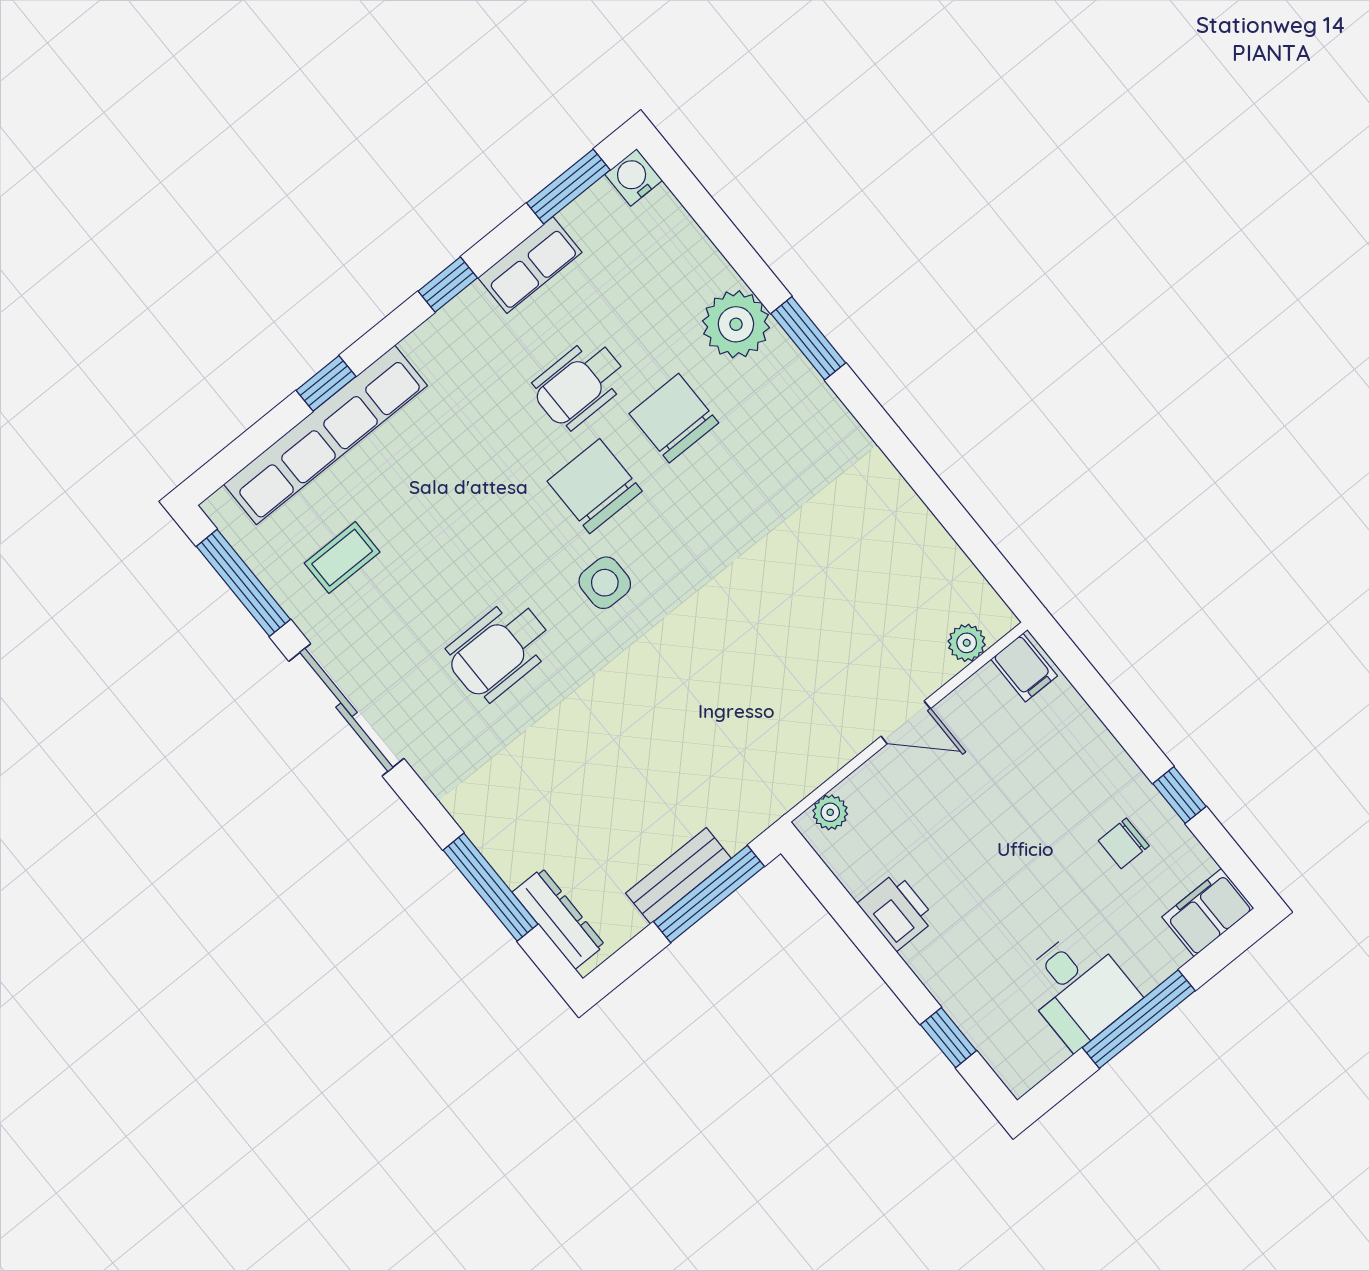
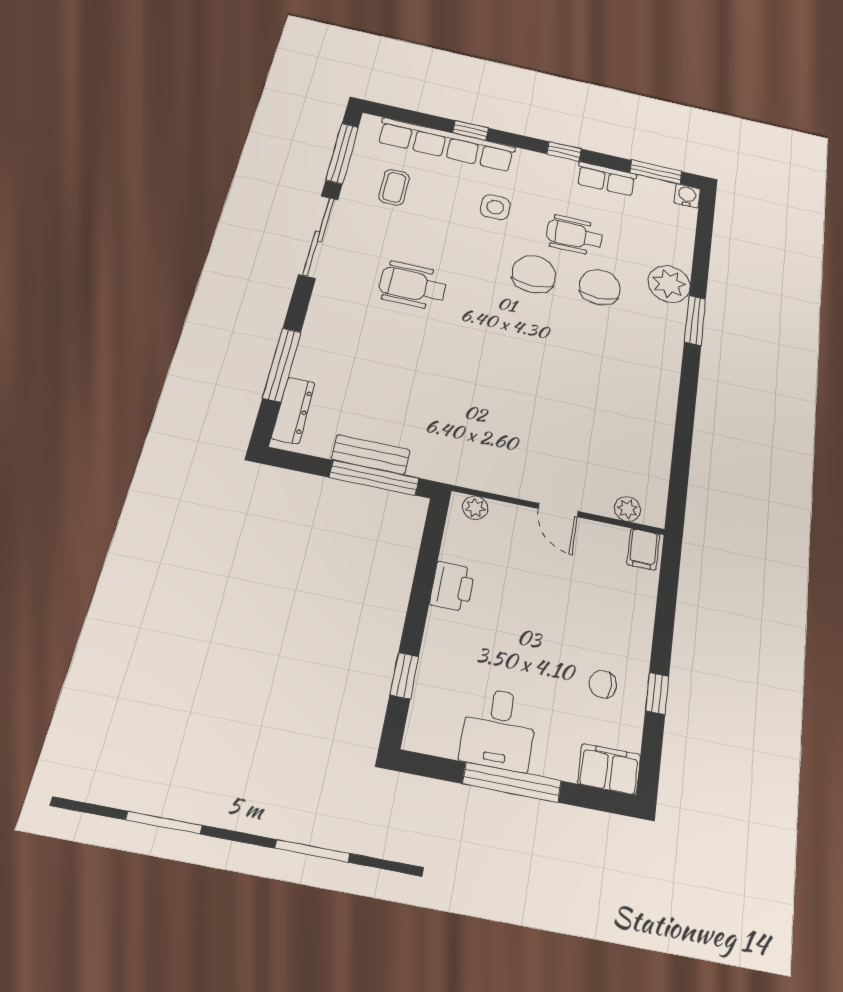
coffee table: (342, 558) -> (394, 187), turned 90
side table: (605, 583) -> (495, 207), moved

